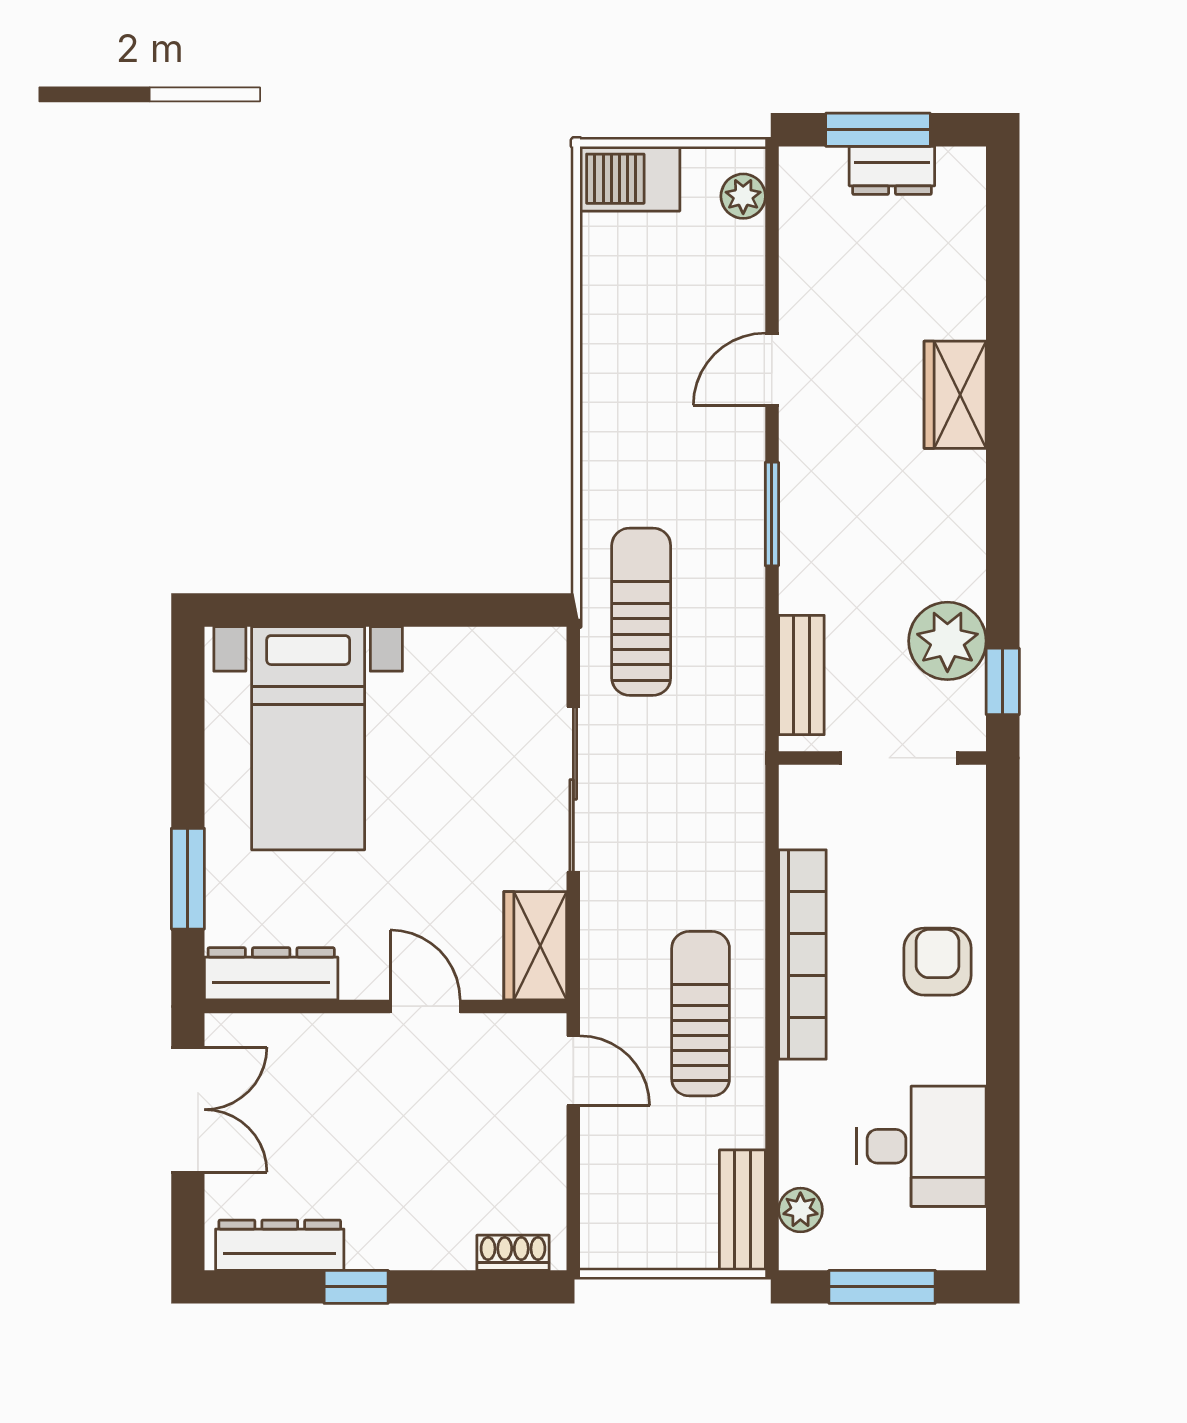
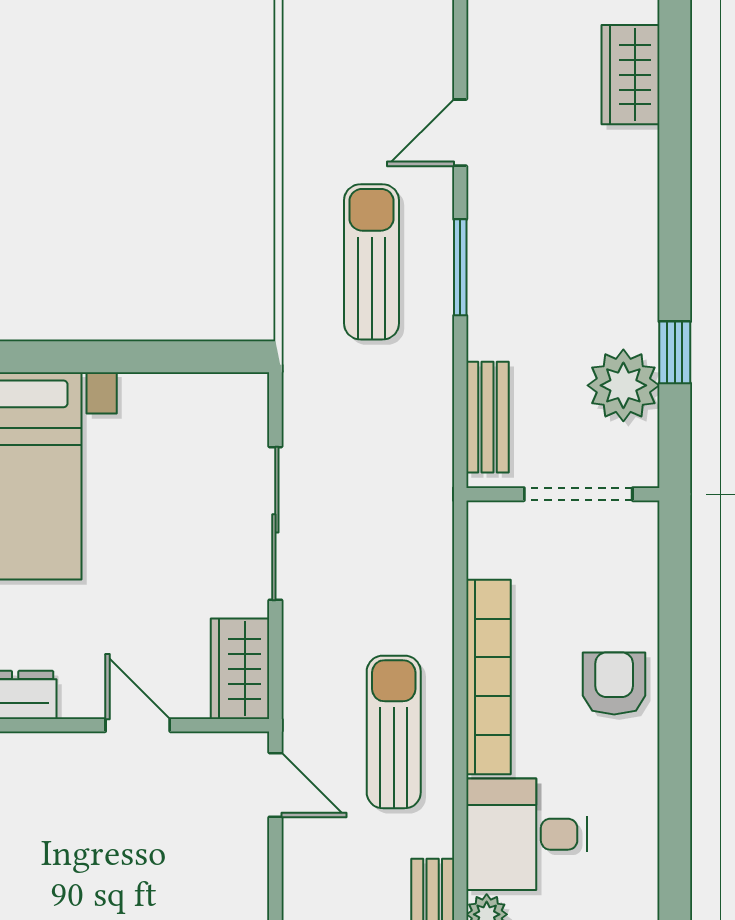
wardrobe: (955, 395) -> (630, 75), moved
sun lounger: (641, 612) -> (372, 262), moved
window: (1003, 681) -> (675, 352), moved
desk: (921, 1146) -> (527, 834), moved, turned 180

